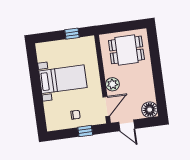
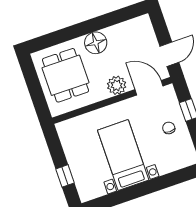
window: (72, 34) -> (65, 176), moved
floor lamp: (150, 110) -> (96, 43), moved

